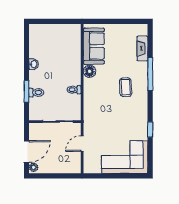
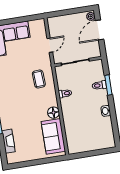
coffee table: (126, 87) -> (39, 79), moved

